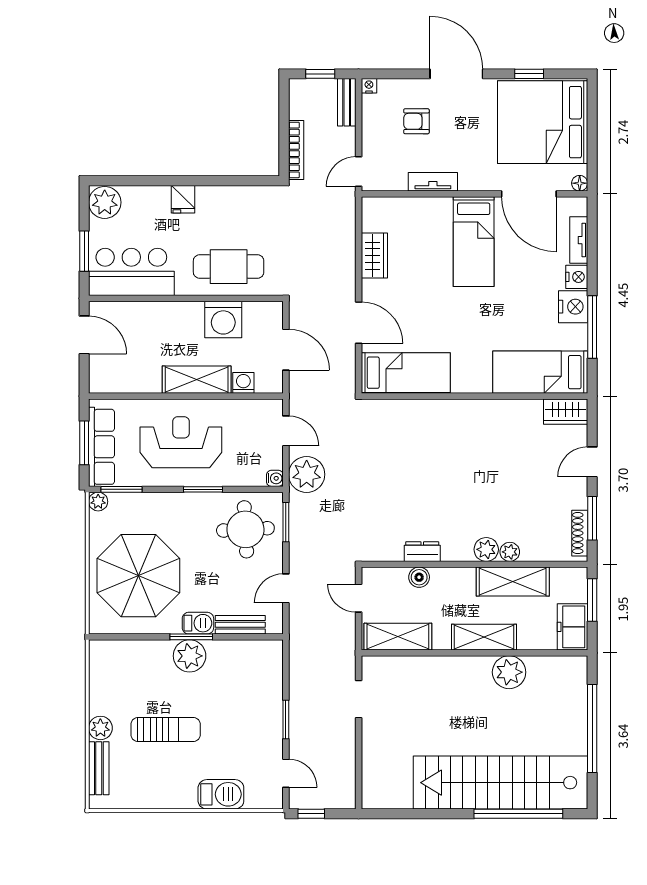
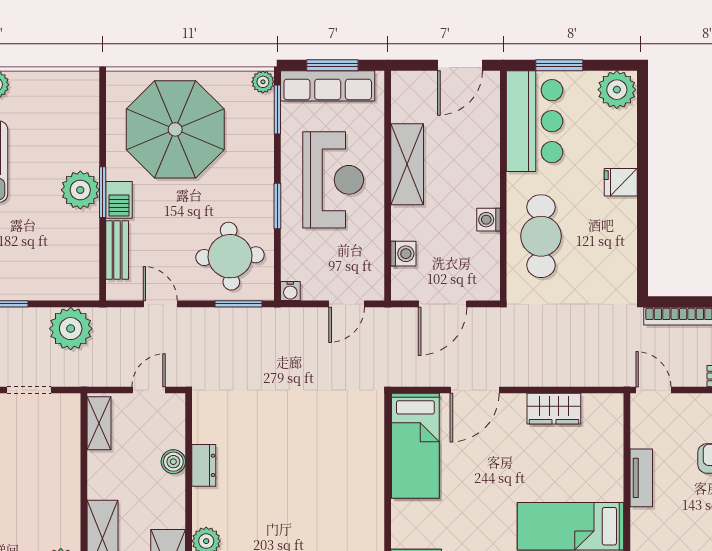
washing machine: (223, 320) -> (489, 220), width x0.53, depth x0.53
shelving: (197, 380) -> (407, 164), moved
plant: (307, 474) -> (71, 329), moved
shelving: (398, 637) -> (99, 423), width x0.67, depth x0.75

